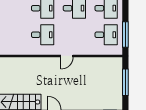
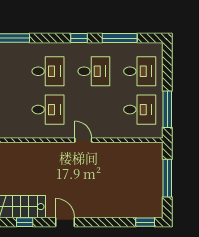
door: (67, 56) -> (83, 140), swing flipped

